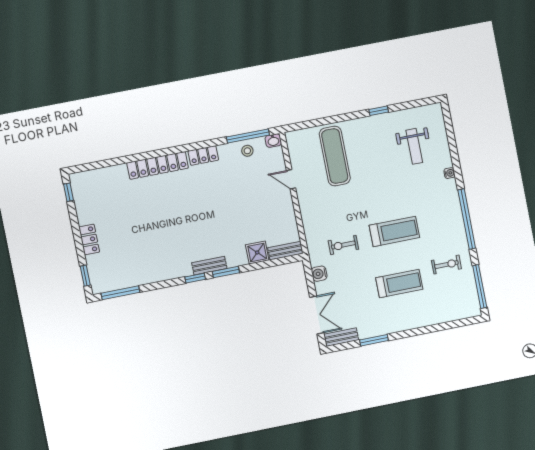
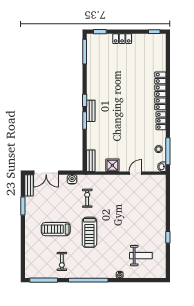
weight bench: (414, 146) -> (141, 256), turned 180
exercise mat: (335, 156) -> (145, 204), removed
shower: (257, 252) -> (112, 165), moved
treadmill: (399, 284) -> (56, 229), turned 90

